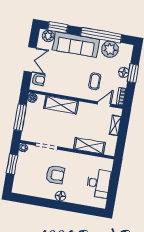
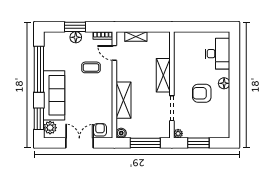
plant: (110, 49) -> (53, 57), removed
shelving: (89, 146) -> (163, 75), moved
armchair: (55, 175) -> (202, 93), turned -90
desk: (99, 183) -> (218, 54), moved, turned 90

